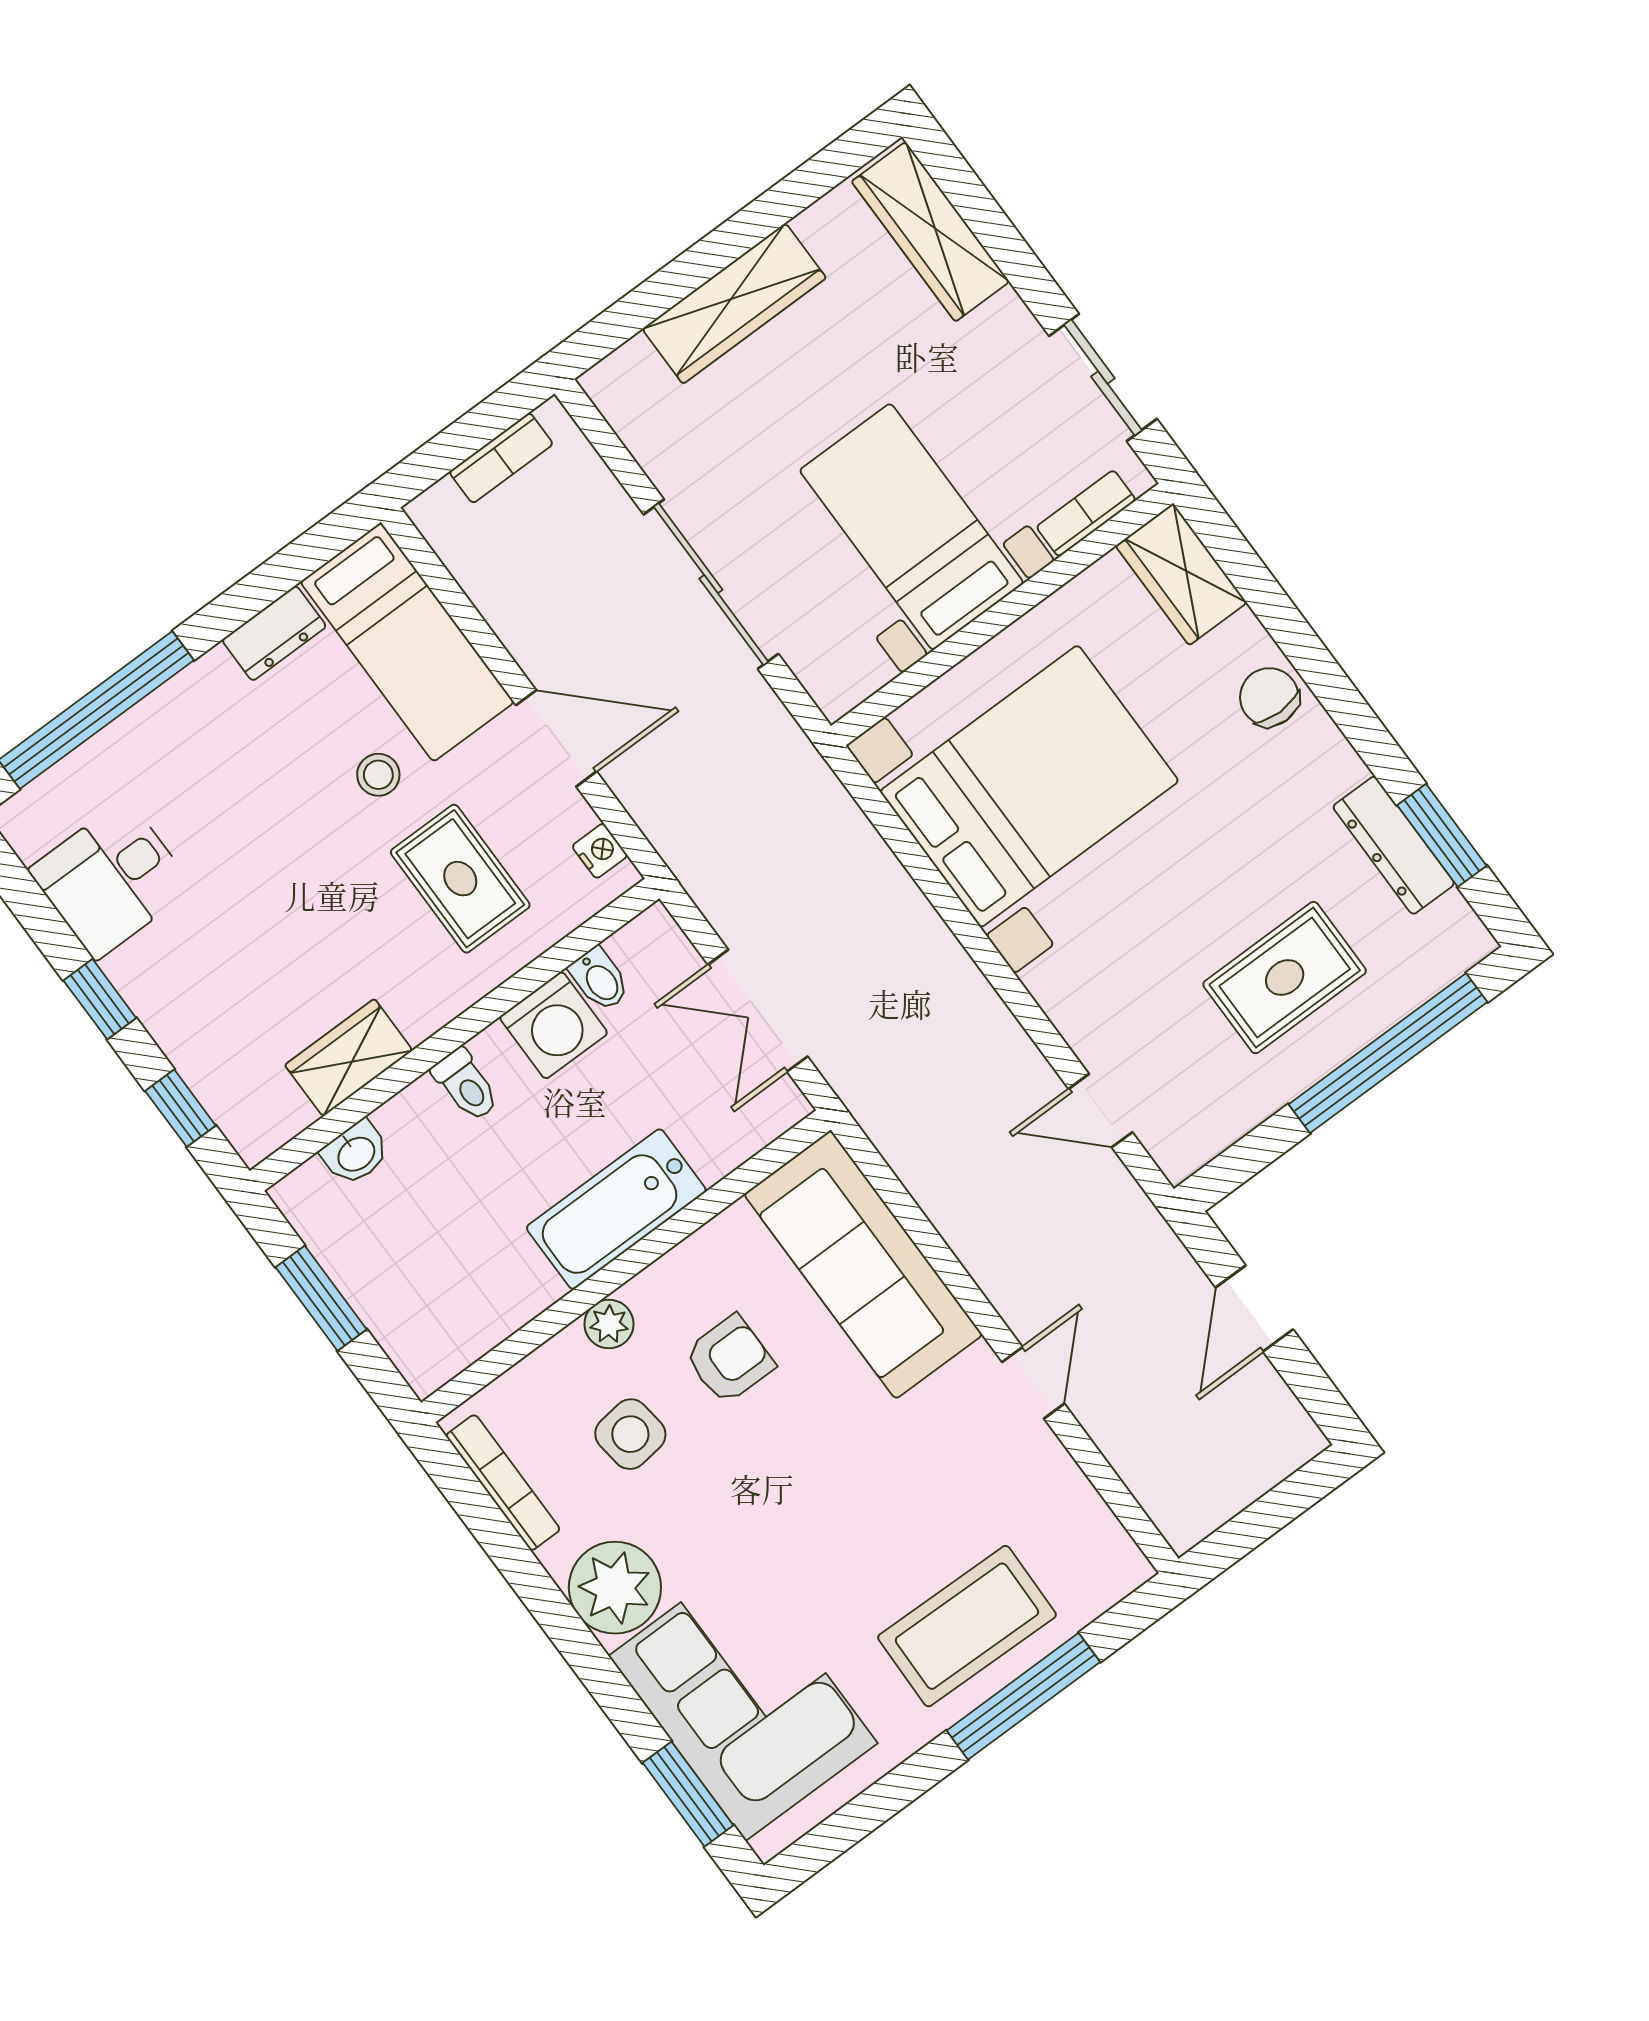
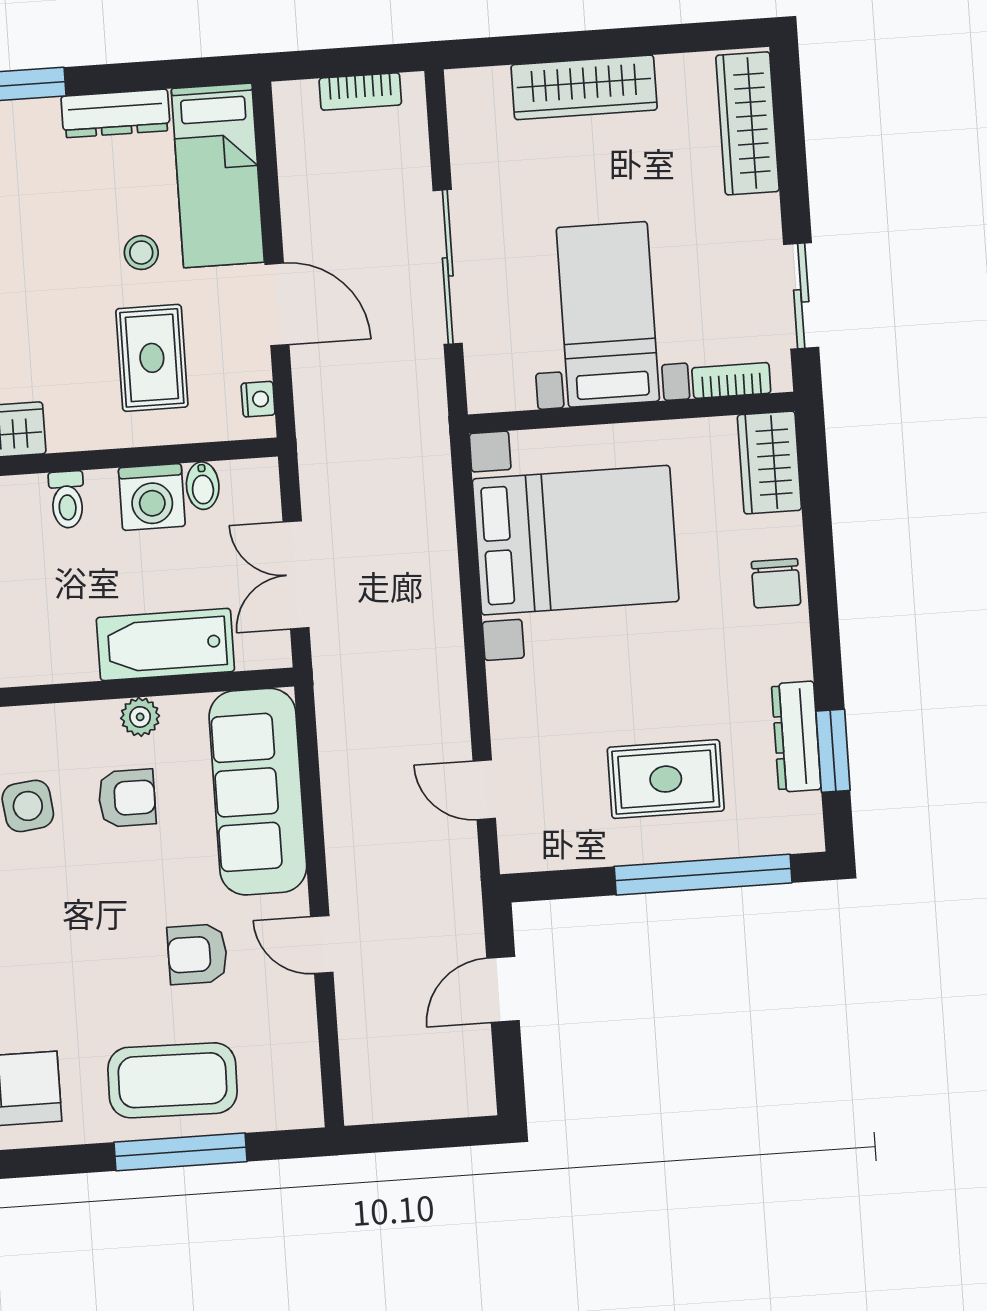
dresser: (274, 633) -> (116, 113), width x1.44
chair: (1269, 697) -> (776, 583), turned 180
bathtub: (616, 1209) -> (165, 644), moved
plant: (609, 1324) -> (140, 717), moved
door: (1033, 1383) -> (322, 945), swing flipped
armchair: (908, 1477) -> (197, 954), added

